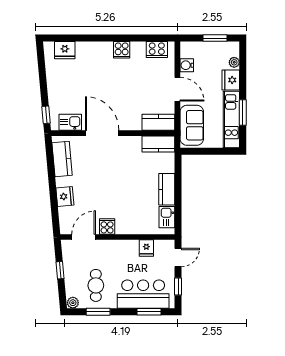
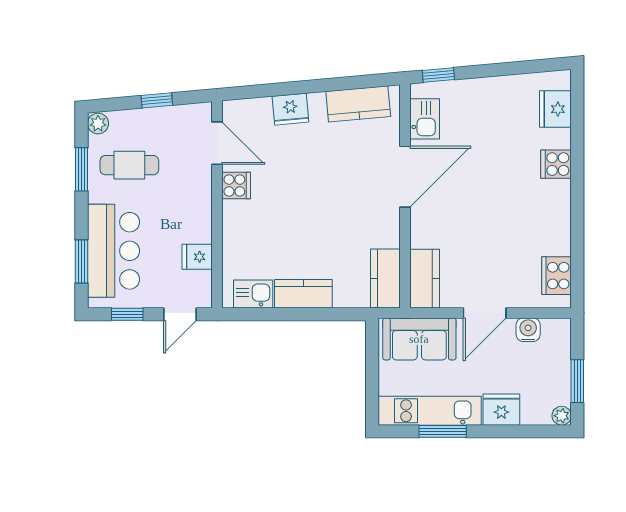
cooker: (122, 50) -> (556, 164), moved
plant: (234, 62) -> (562, 416), moved
door: (178, 257) -> (180, 314), hinge flipped

